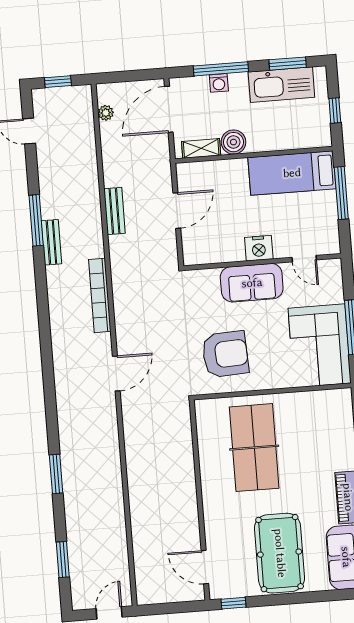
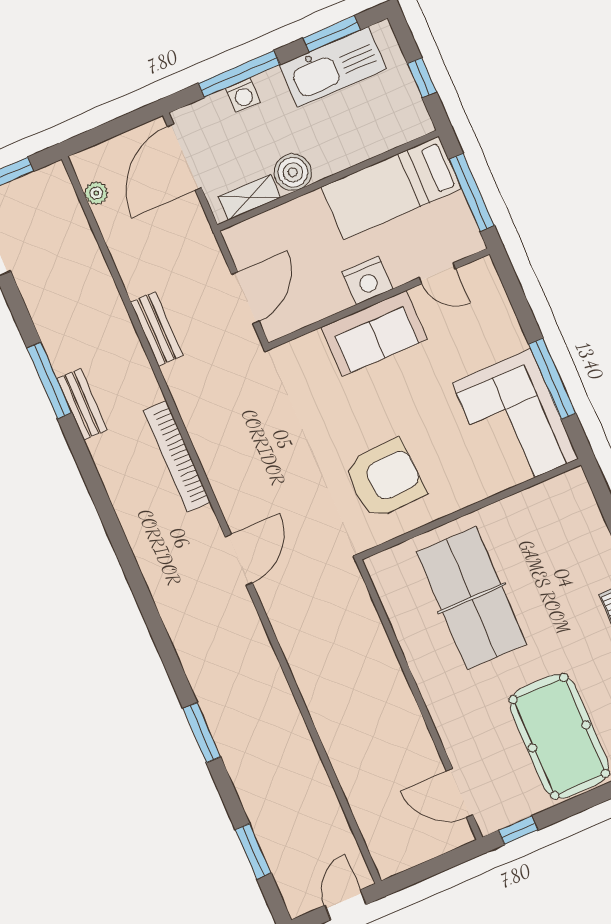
nightstand: (259, 248) -> (367, 281), moved
door: (304, 259) -> (437, 273), moved
wall: (262, 262) -> (379, 298), moved
sofa: (252, 283) -> (374, 333), moved

